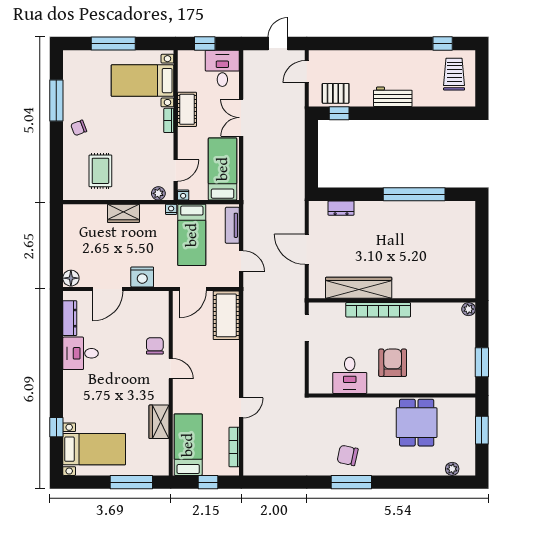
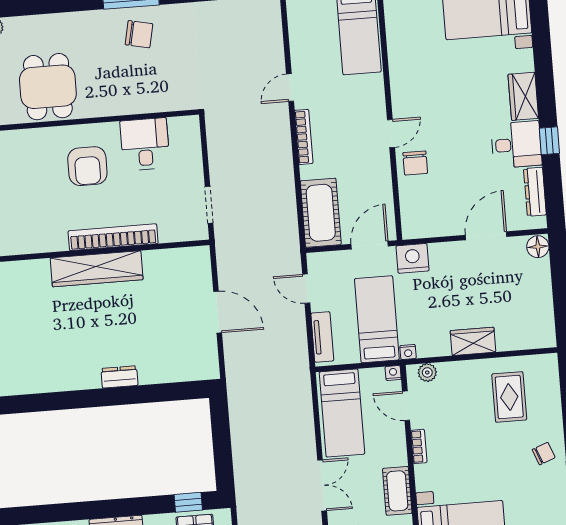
bookcase: (169, 120) -> (419, 446), moved
door: (176, 171) -> (406, 406), hinge flipped
window: (414, 194) -> (77, 399), removed
dresser: (341, 208) -> (119, 377), moved
nightstand: (142, 277) -> (413, 258), moved
wardrobe: (359, 288) -> (97, 269), moved
door: (171, 369) -> (391, 134), swing flipped
wardrobe: (159, 422) -> (523, 96), moved, turned 180
window: (56, 427) -> (549, 141), moved
bookcase: (234, 447) -> (304, 137), moved

